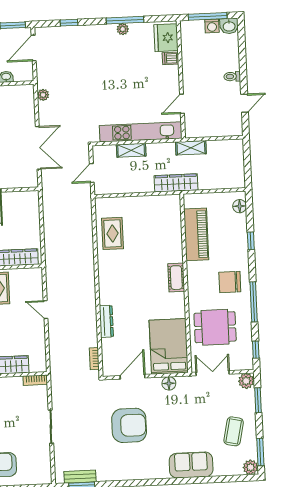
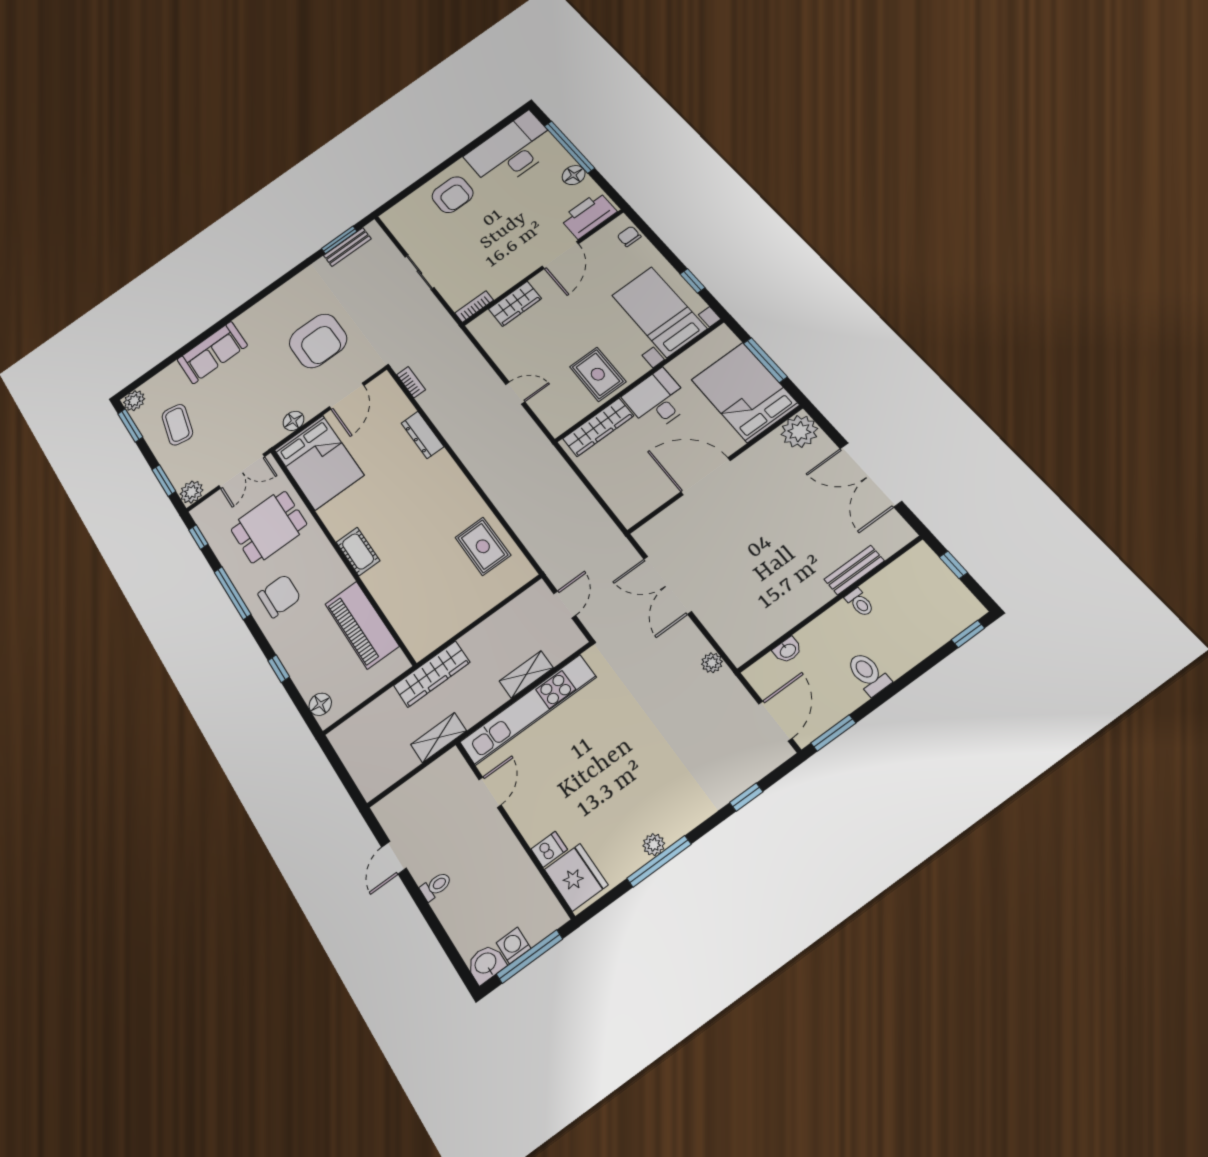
armchair: (129, 425) -> (318, 341), turned -90

